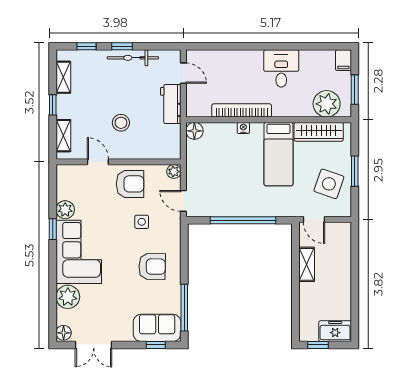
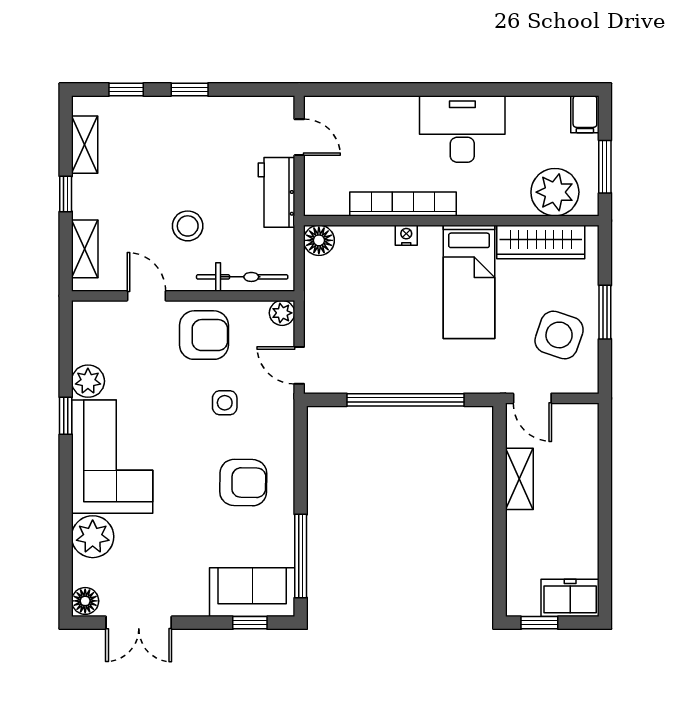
bicycle: (133, 58) -> (242, 277), moved, turned 180
desk: (281, 68) -> (462, 129), width x1.37

